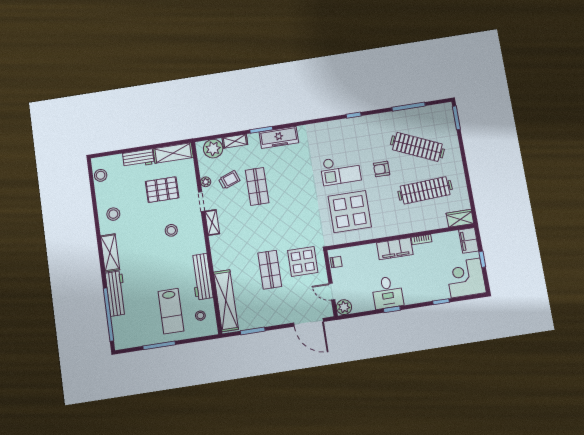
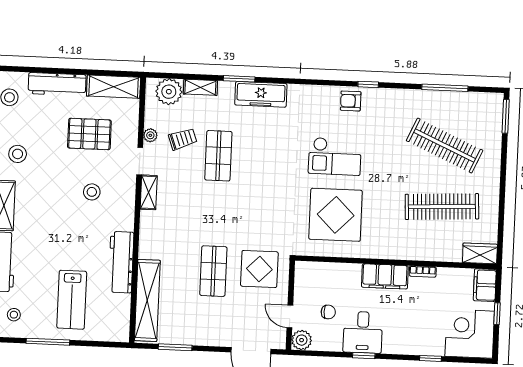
workbench: (138, 159) -> (57, 84), width x1.38
armchair: (382, 169) -> (351, 101), moved
chair: (336, 262) -> (328, 312), moved
stool: (200, 316) -> (14, 315), moved

